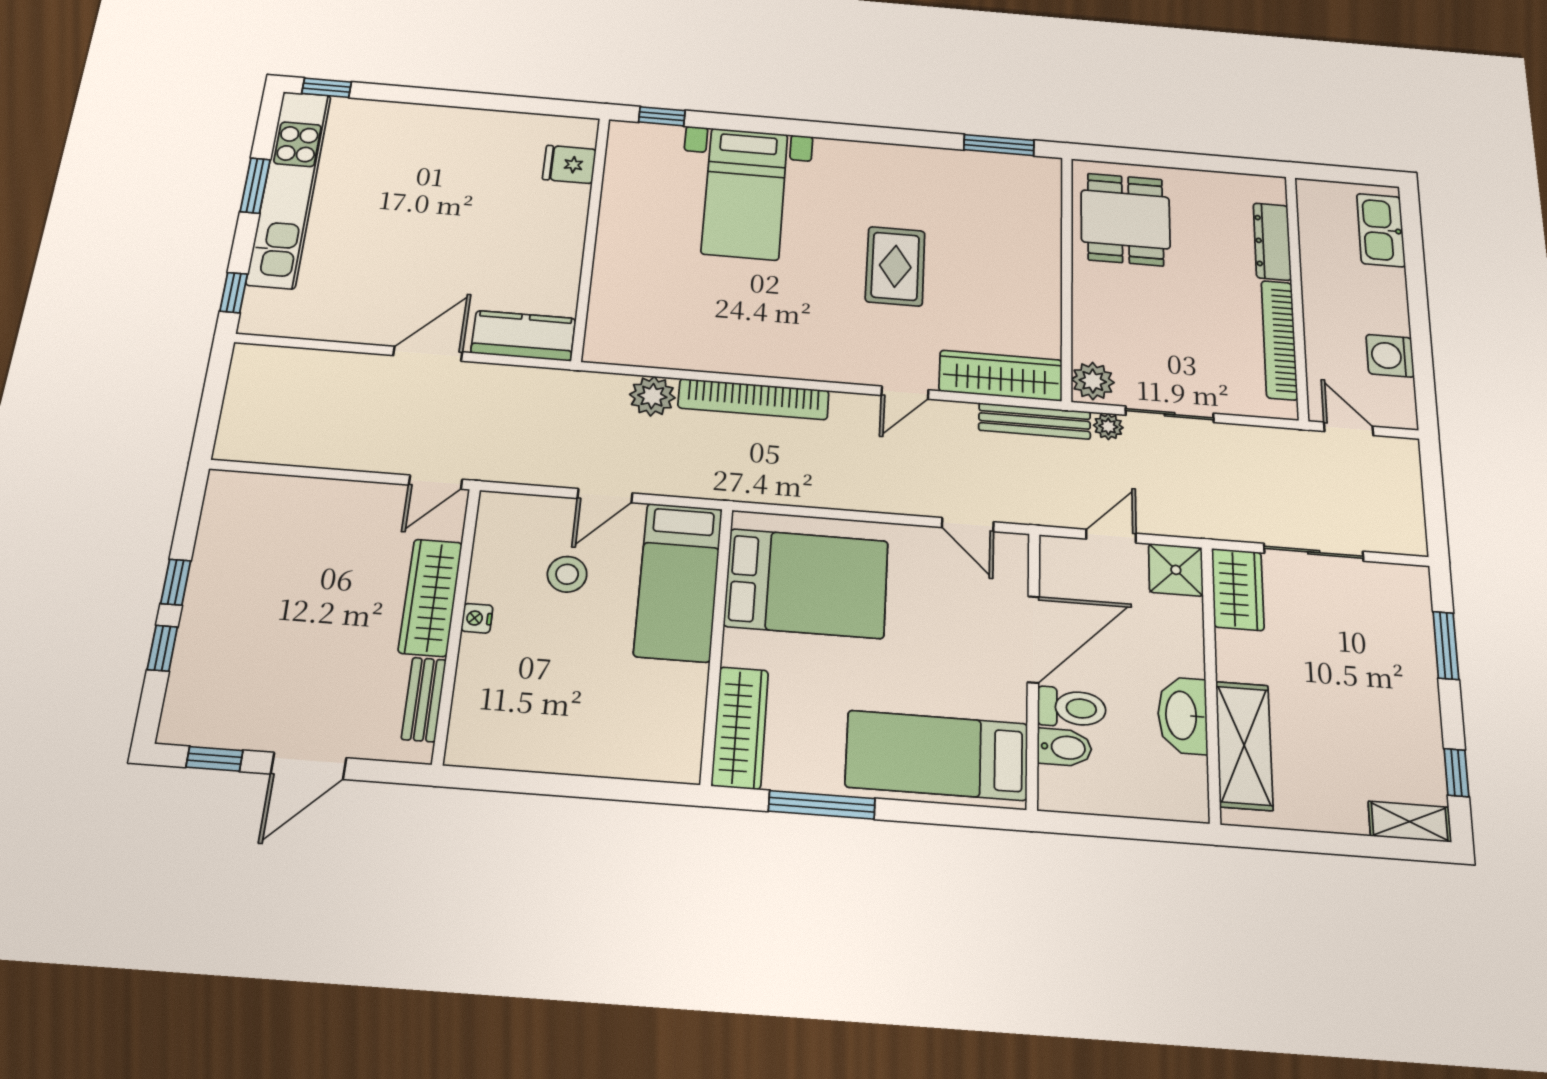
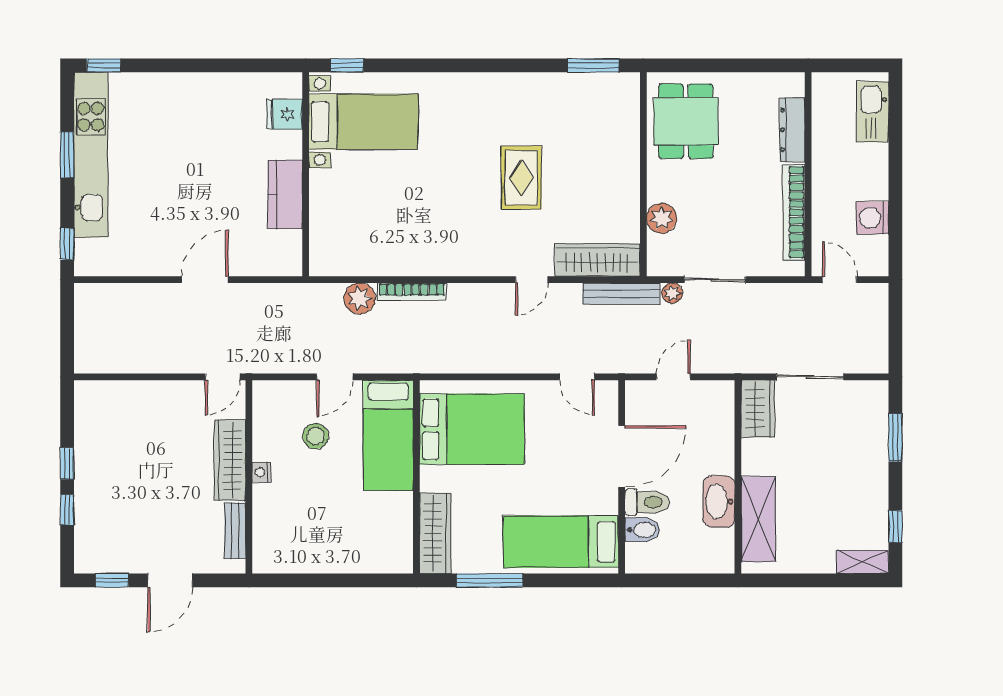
bed with nightstands: (745, 193) -> (363, 122), moved, turned -90
kitchen counter: (523, 336) -> (285, 194), moved, turned -90
plant: (1093, 381) -> (662, 218), moved
bookcase: (754, 399) -> (412, 292), width x0.68, depth x0.76
shower: (1176, 570) -> (717, 398), removed

